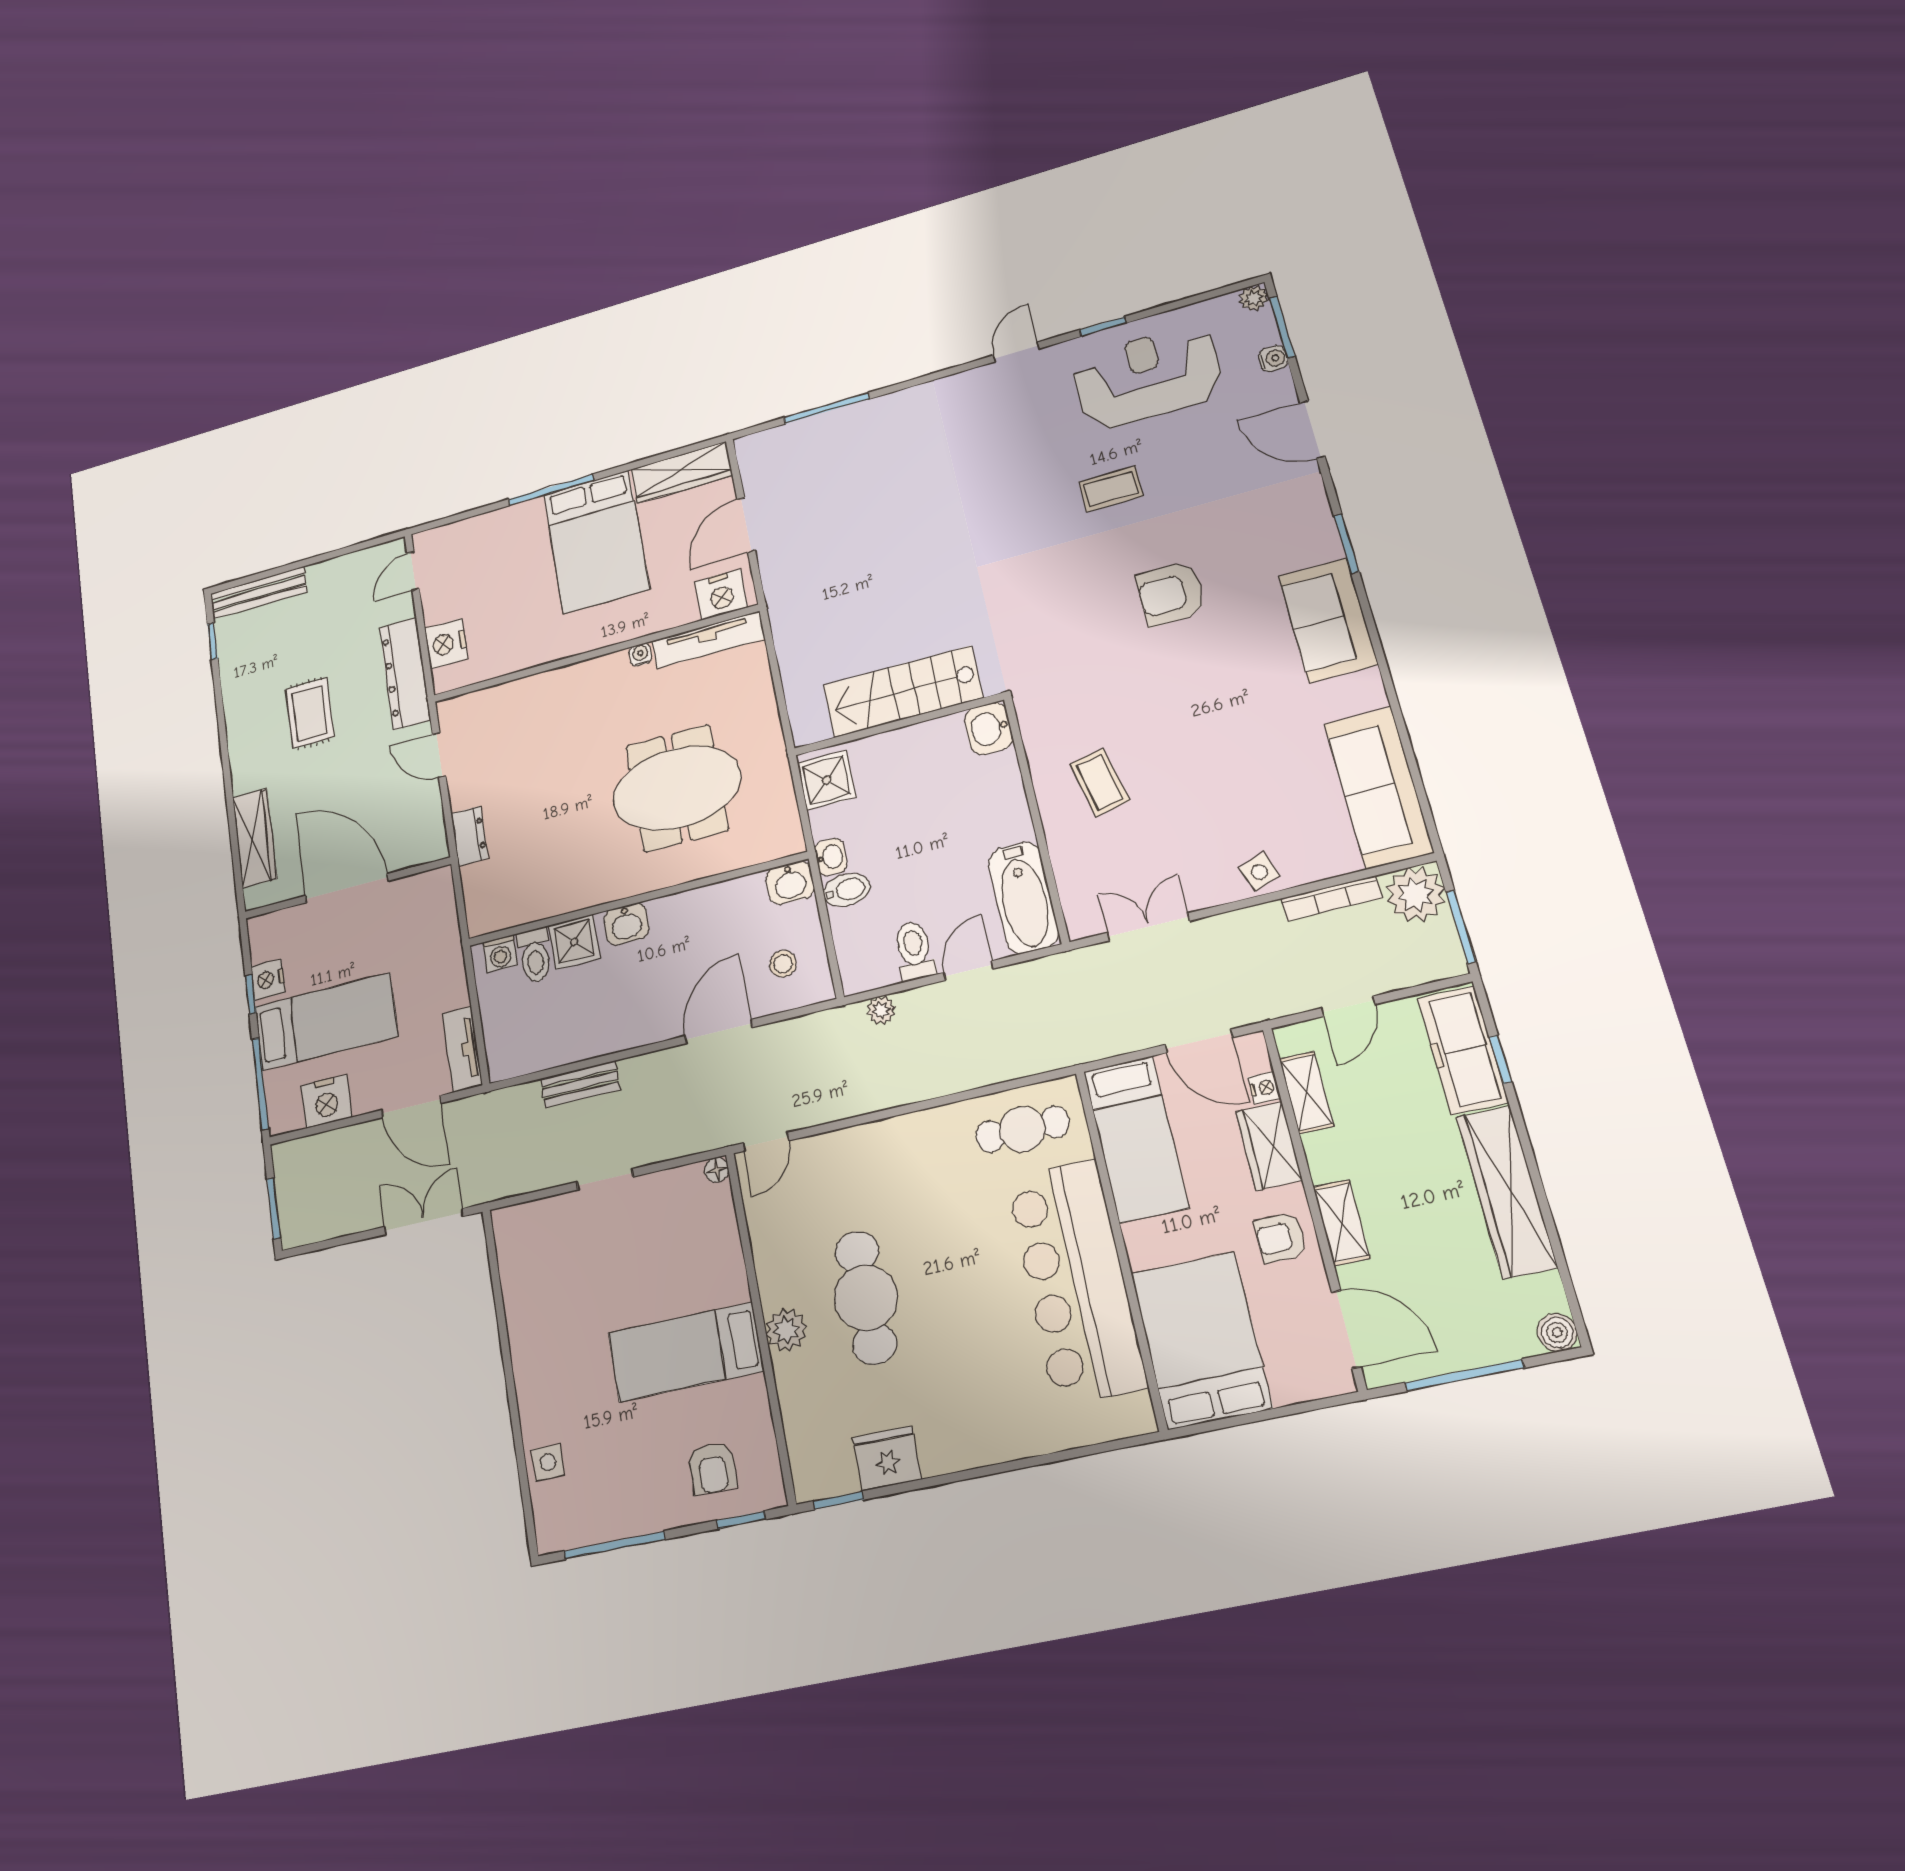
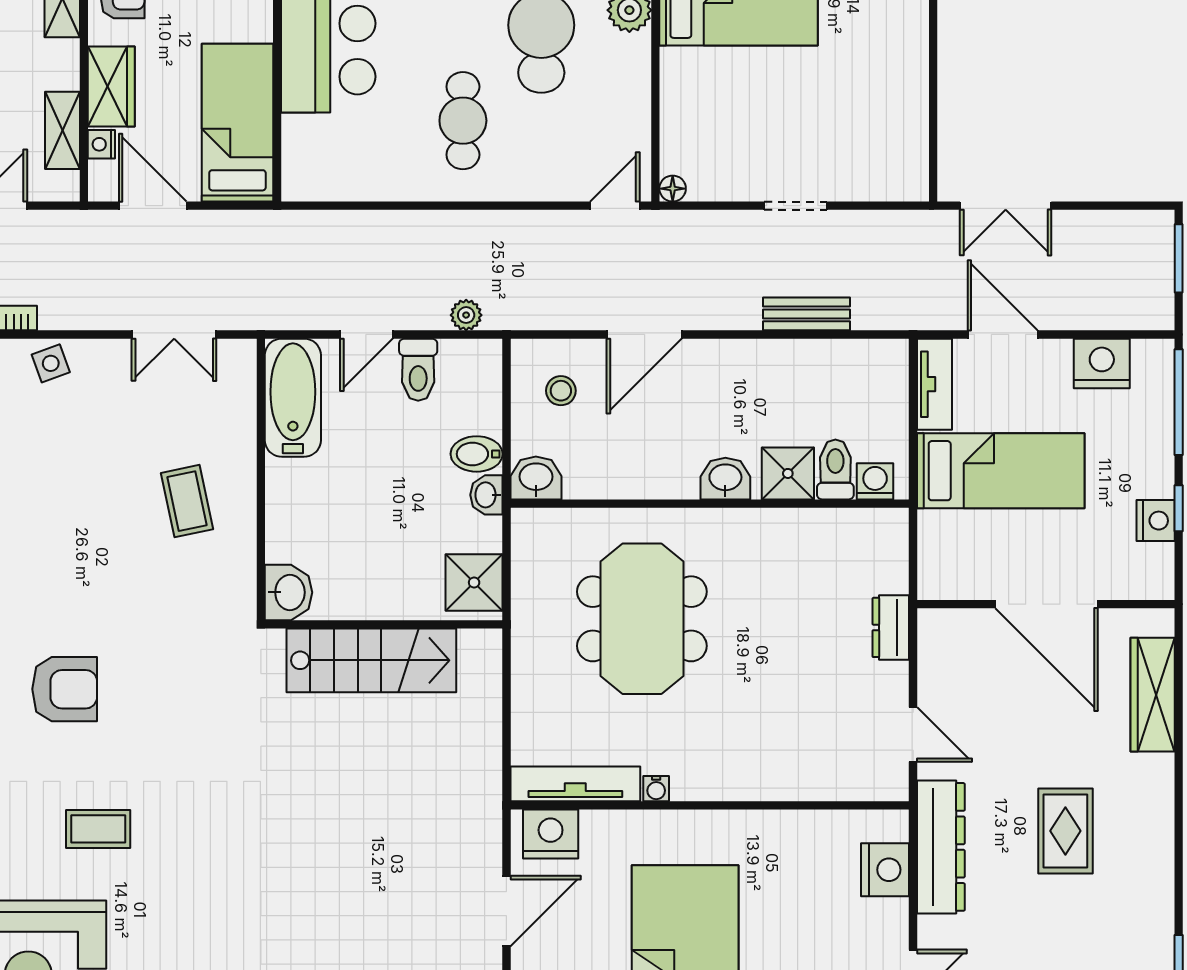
meeting table: (677, 788) -> (642, 619), turned 90
bed: (326, 1022) -> (1001, 471), moved, turned 180
cafe table: (1022, 1129) -> (463, 121), moved, turned 90

